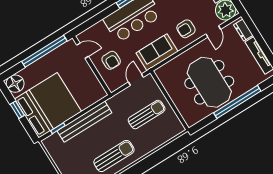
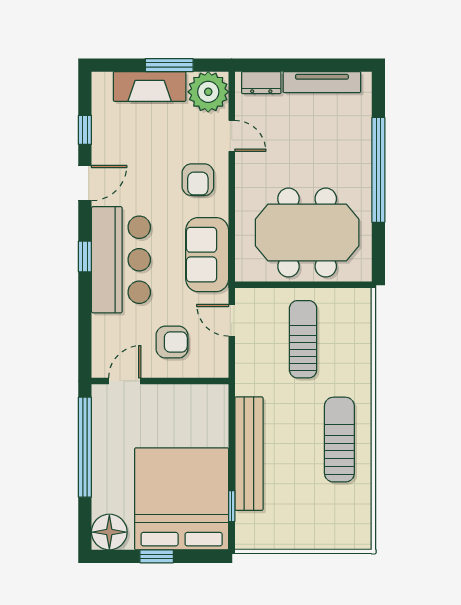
meeting table: (209, 82) -> (307, 233), moved

